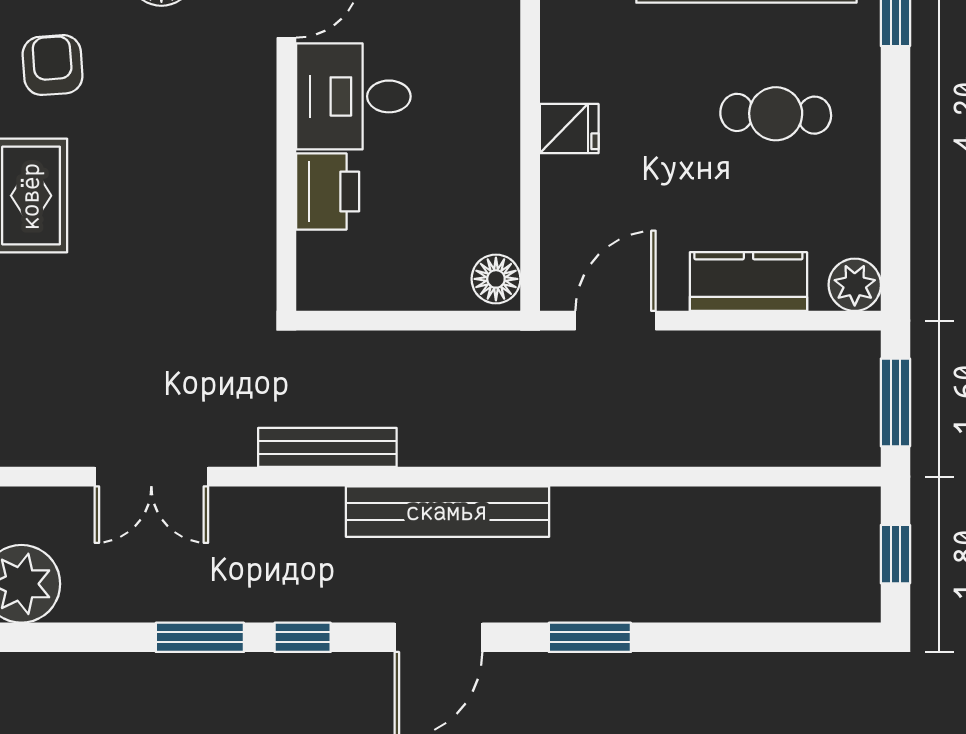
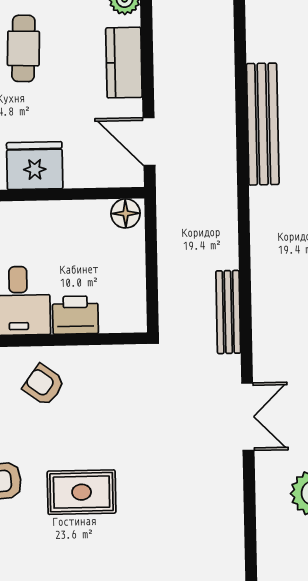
fridge: (569, 129) -> (35, 166), width x1.88, depth x1.34
armchair: (212, 136) -> (44, 385), added
bench: (447, 512) -> (263, 124), moved

